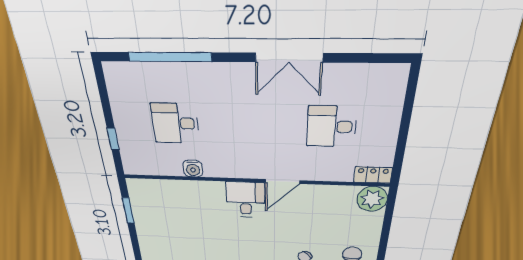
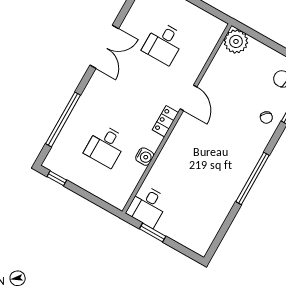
window: (113, 139) -> (57, 178), moved
locker: (373, 175) -> (165, 121), moved
desk: (246, 200) -> (148, 206), moved, turned -90

